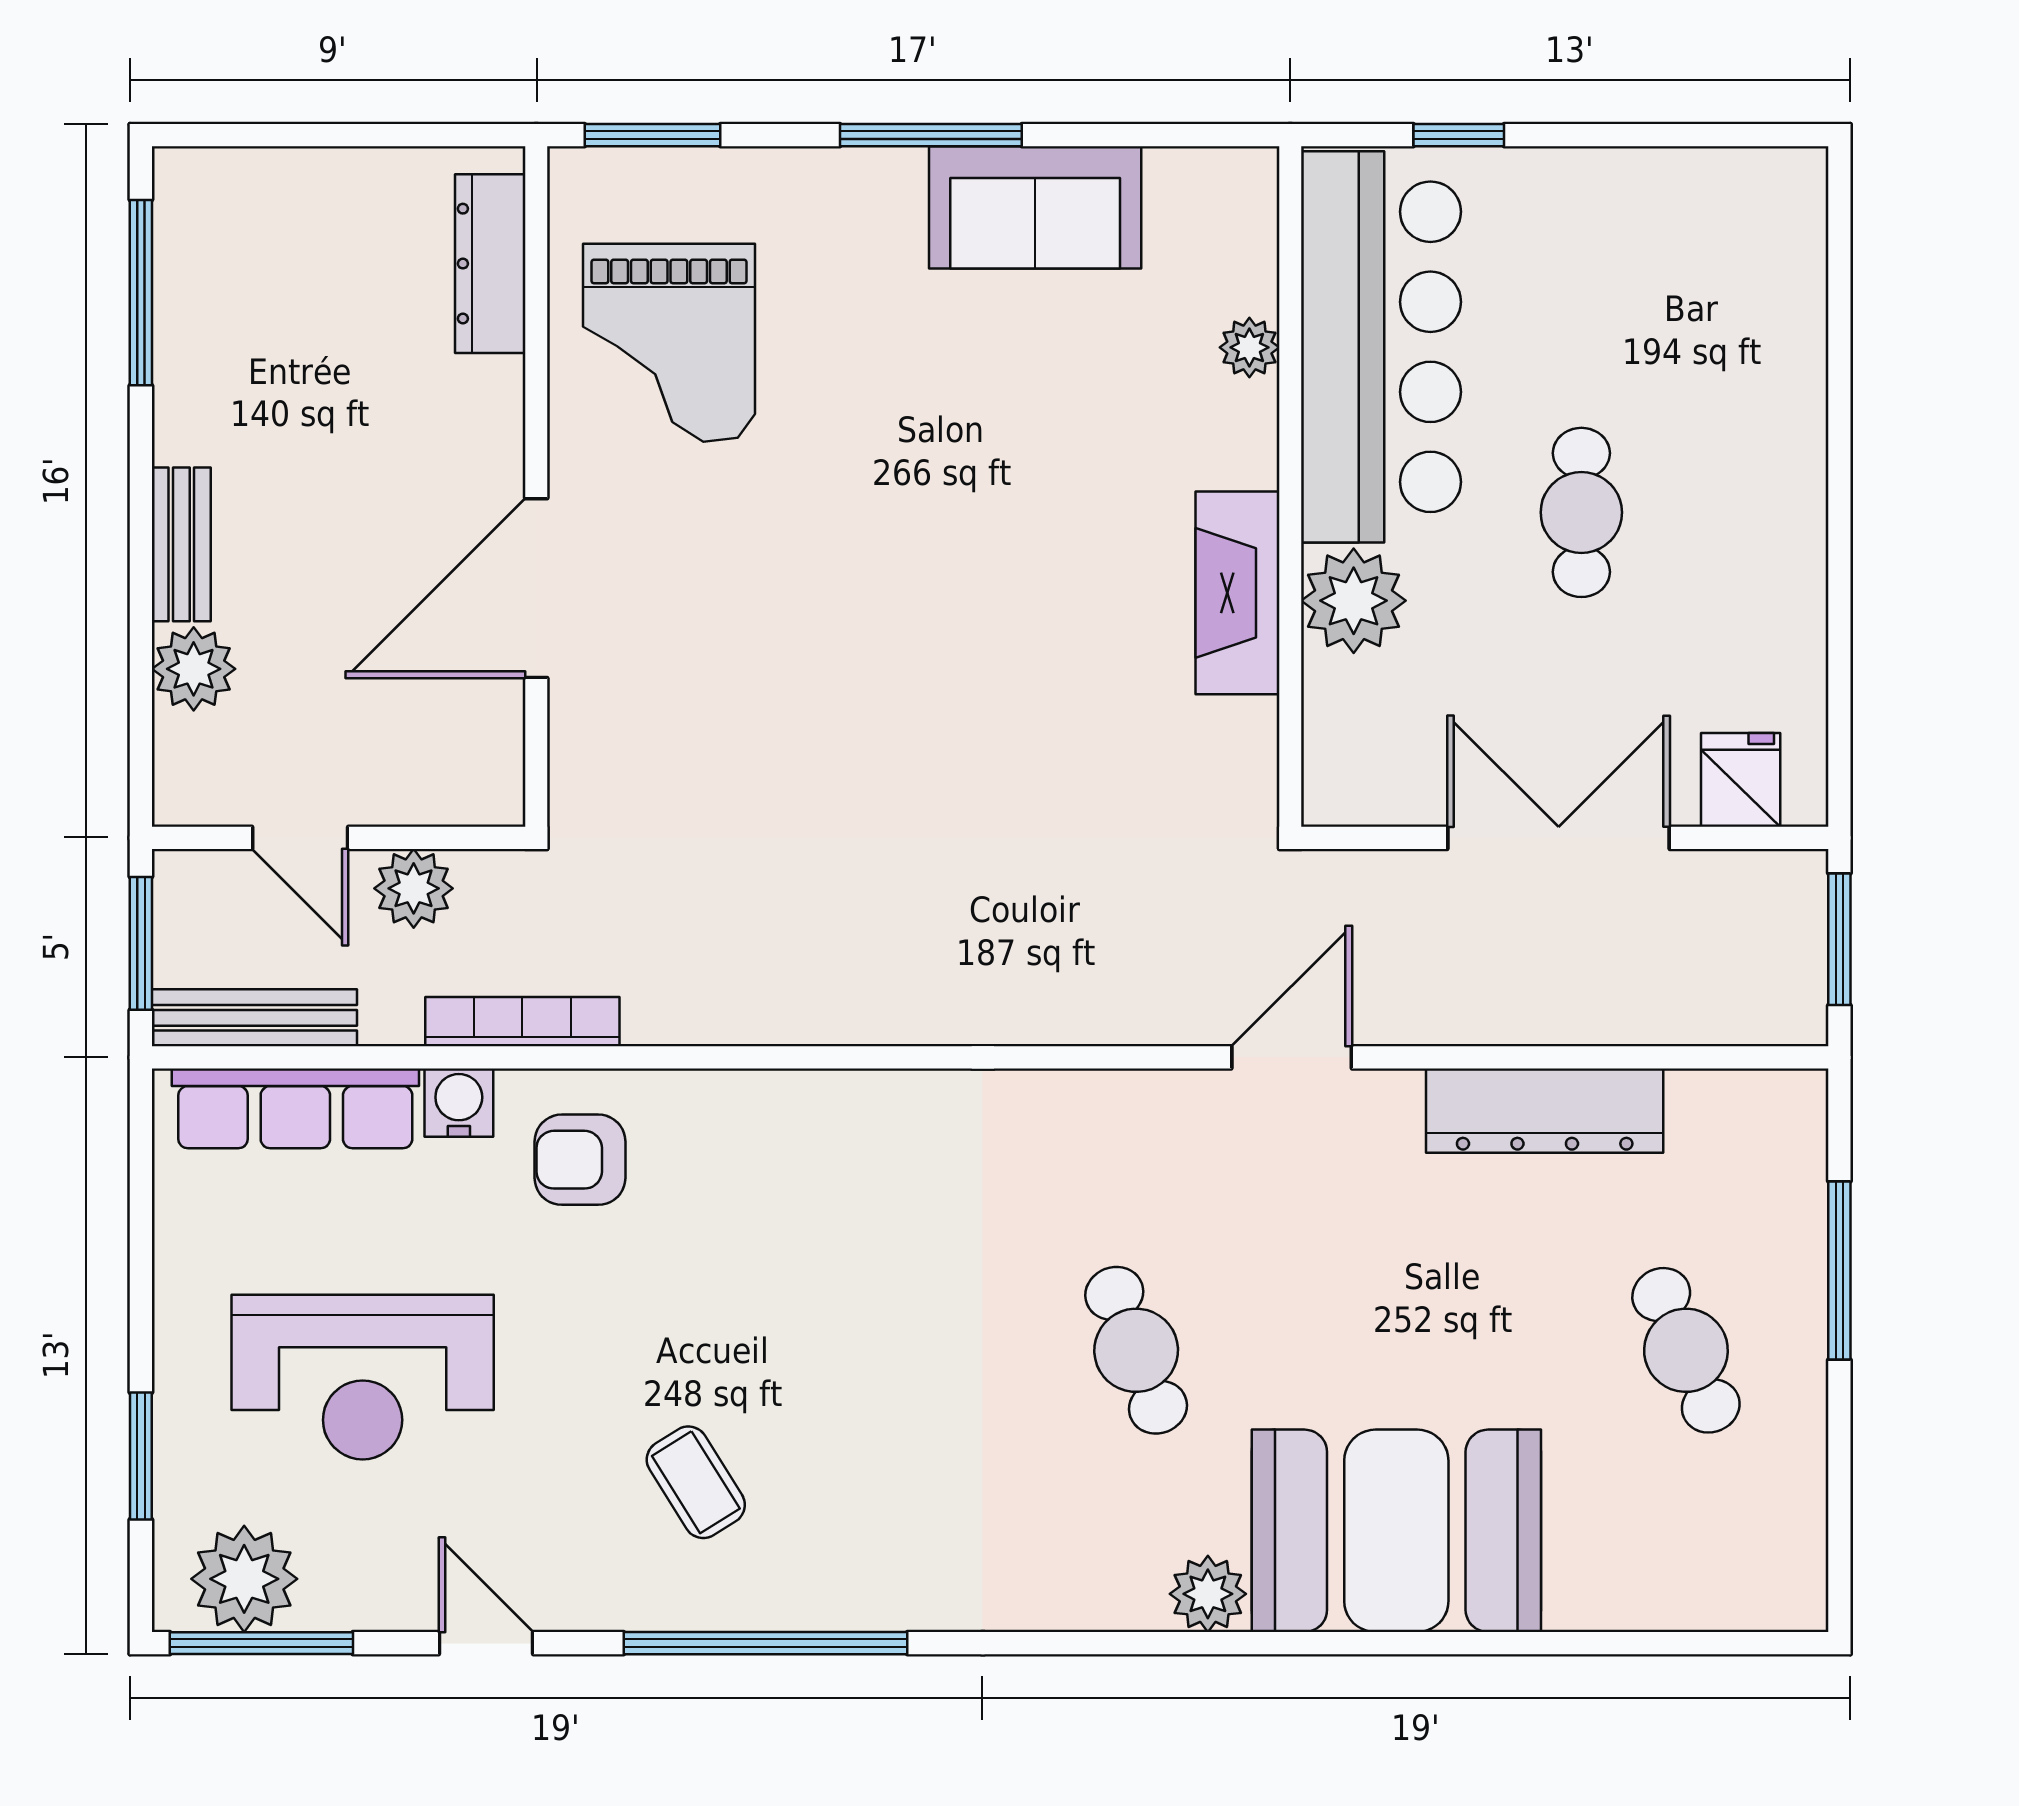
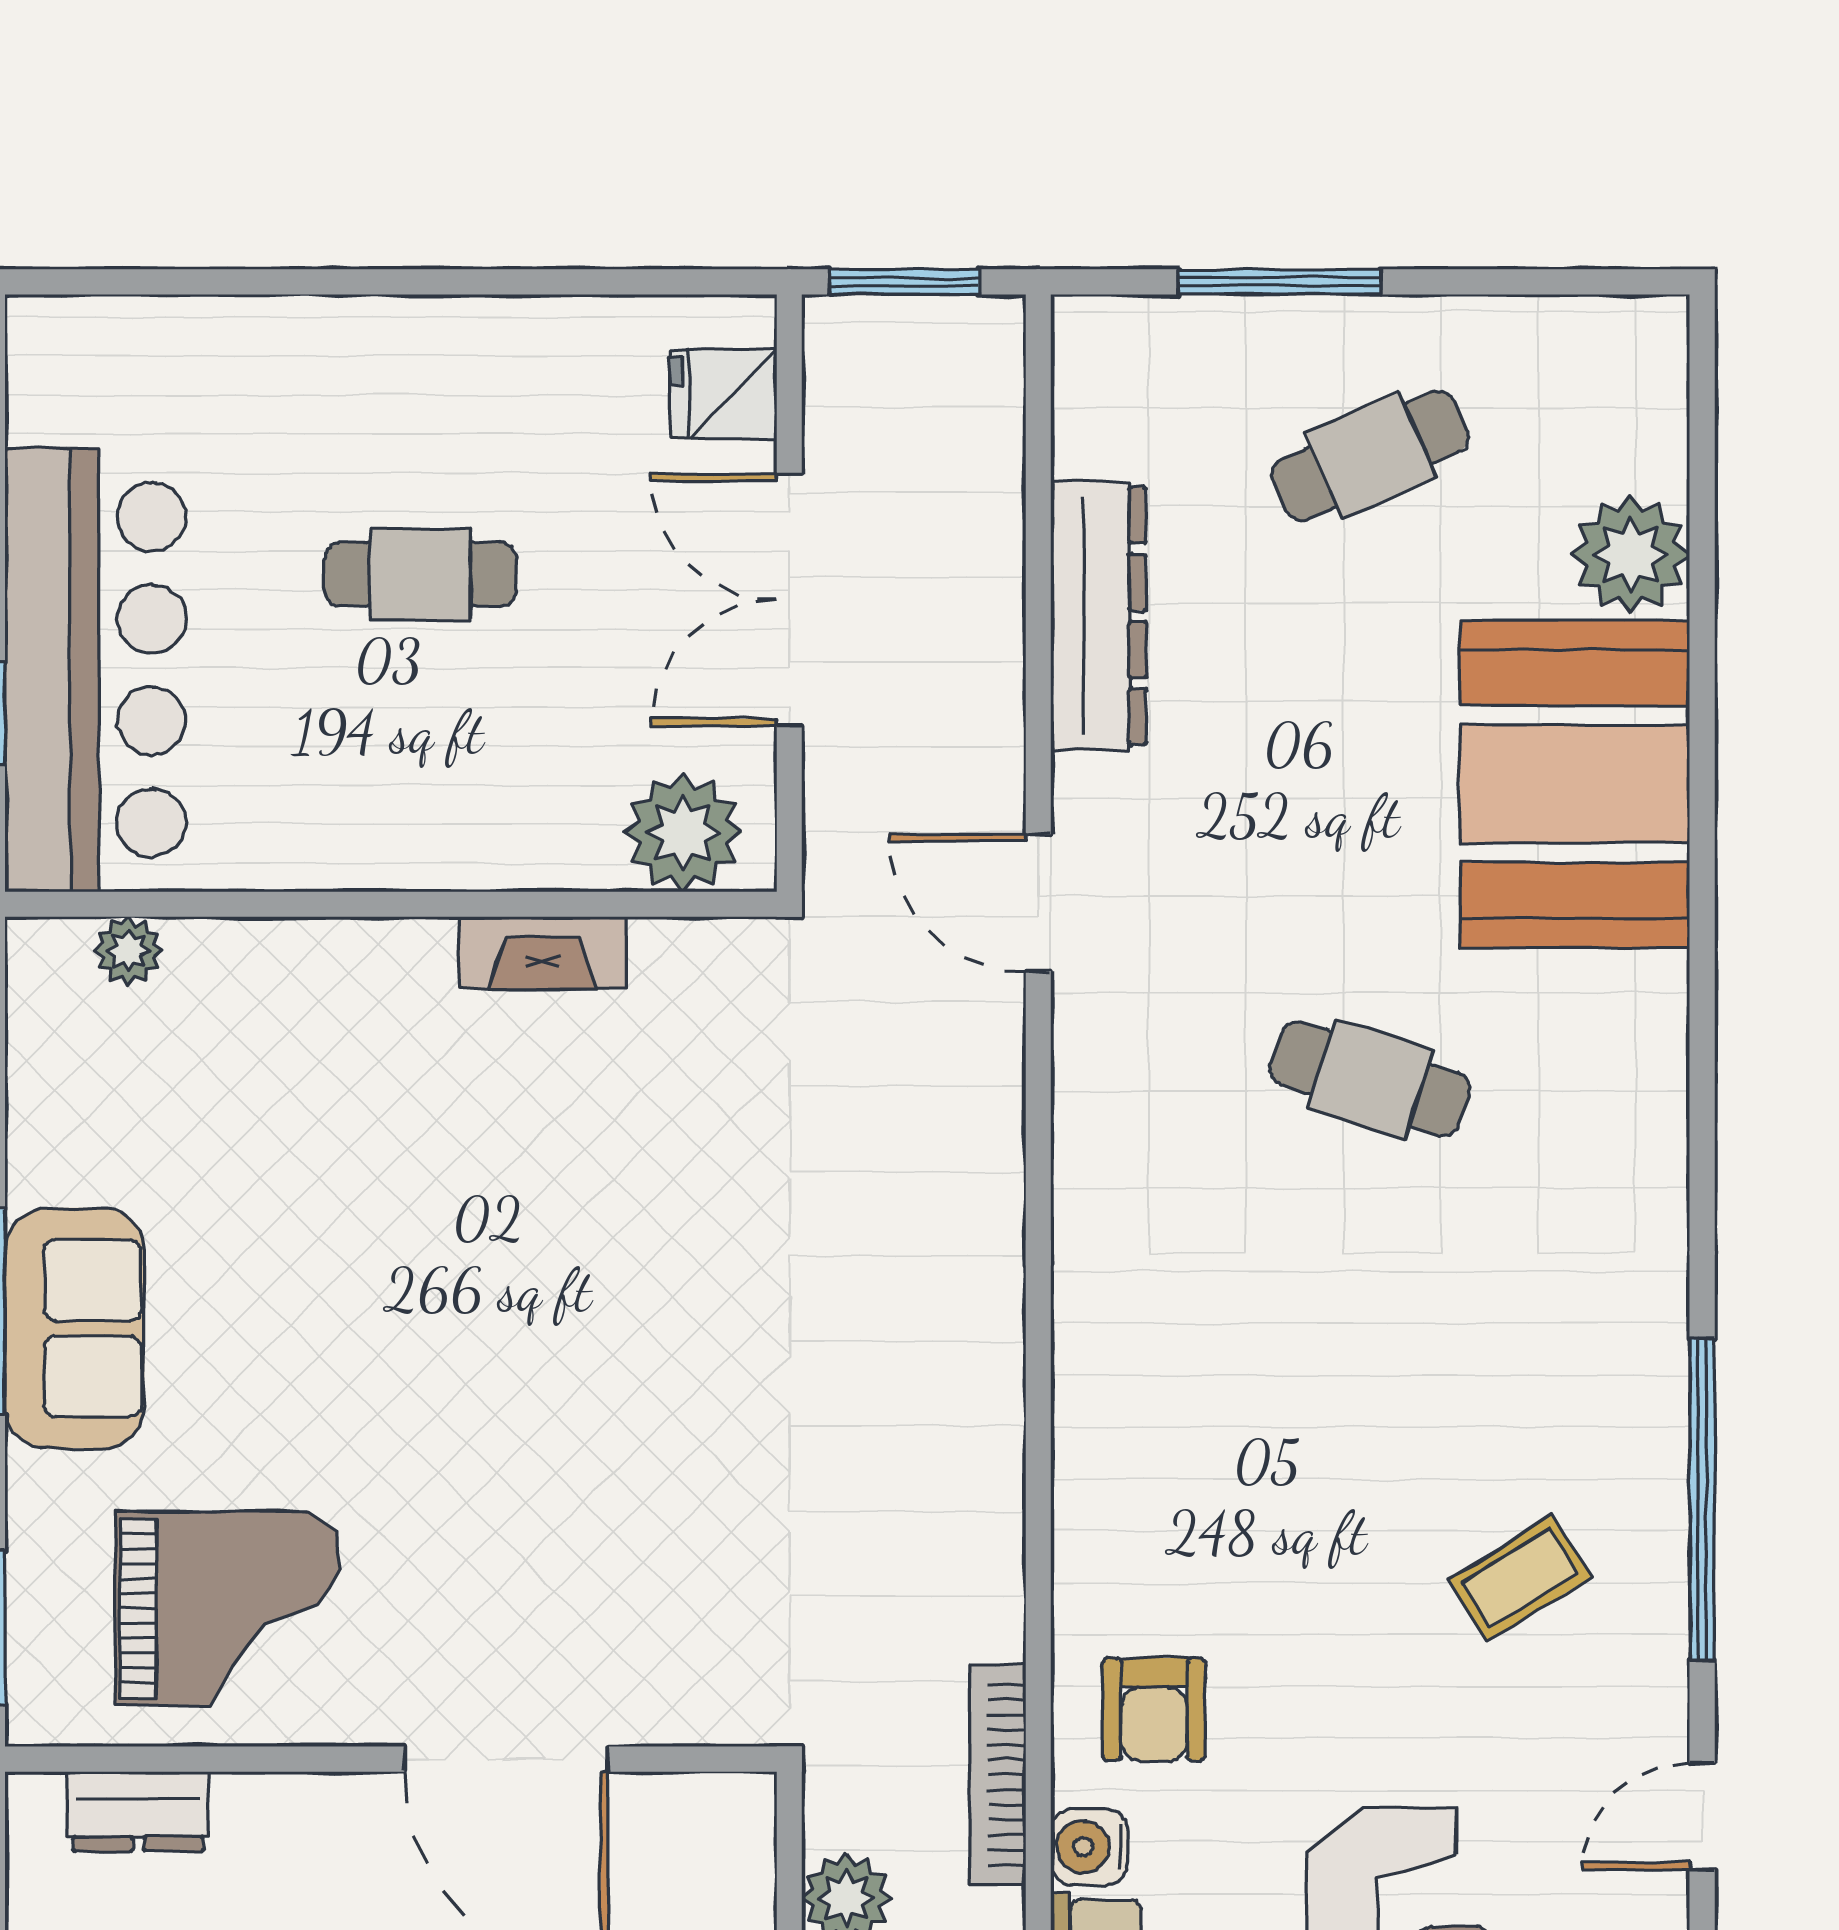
sofa: (1035, 207) -> (74, 1328), moved
dresser: (490, 264) -> (138, 1811), width x0.70
plant: (1249, 347) -> (128, 951), moved
bar counter: (1381, 347) -> (95, 670), moved, turned 90
fireplace: (1237, 593) -> (542, 953), width x0.73, depth x0.76
plant: (1354, 601) -> (683, 833), moved
cafe table: (1136, 1350) -> (1370, 1079), turned 39
plant: (1208, 1594) -> (1631, 555), moved, width x1.36, depth x1.36

